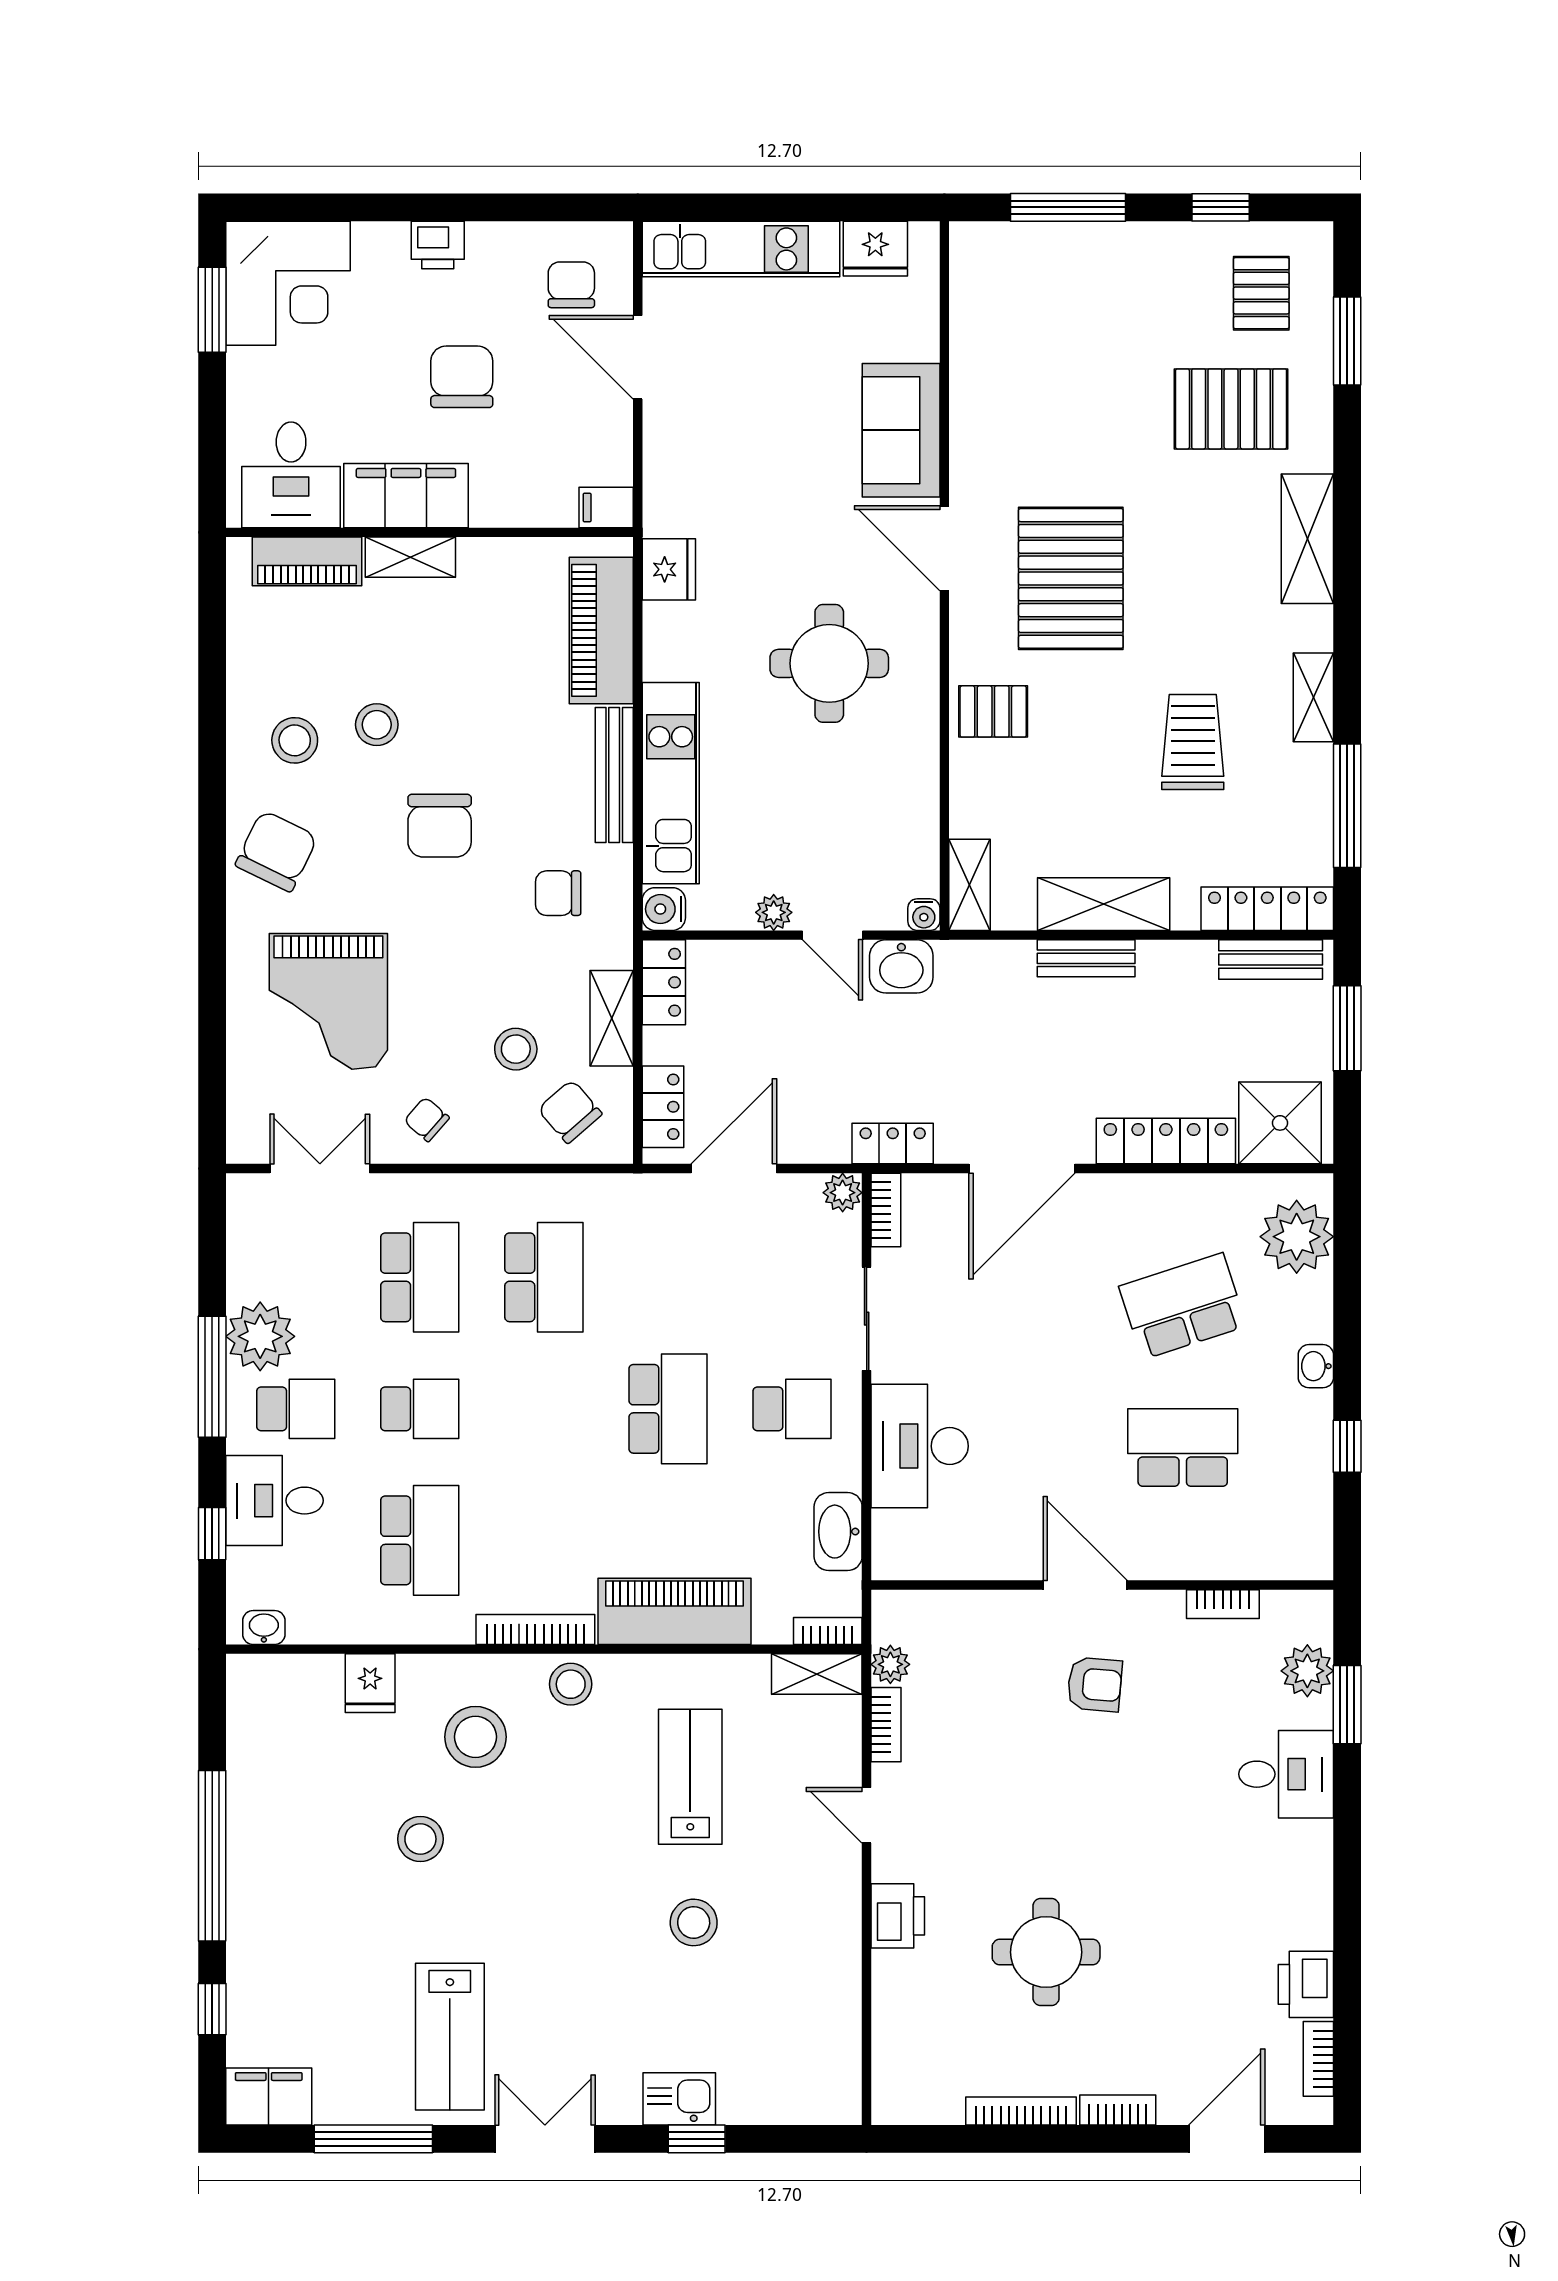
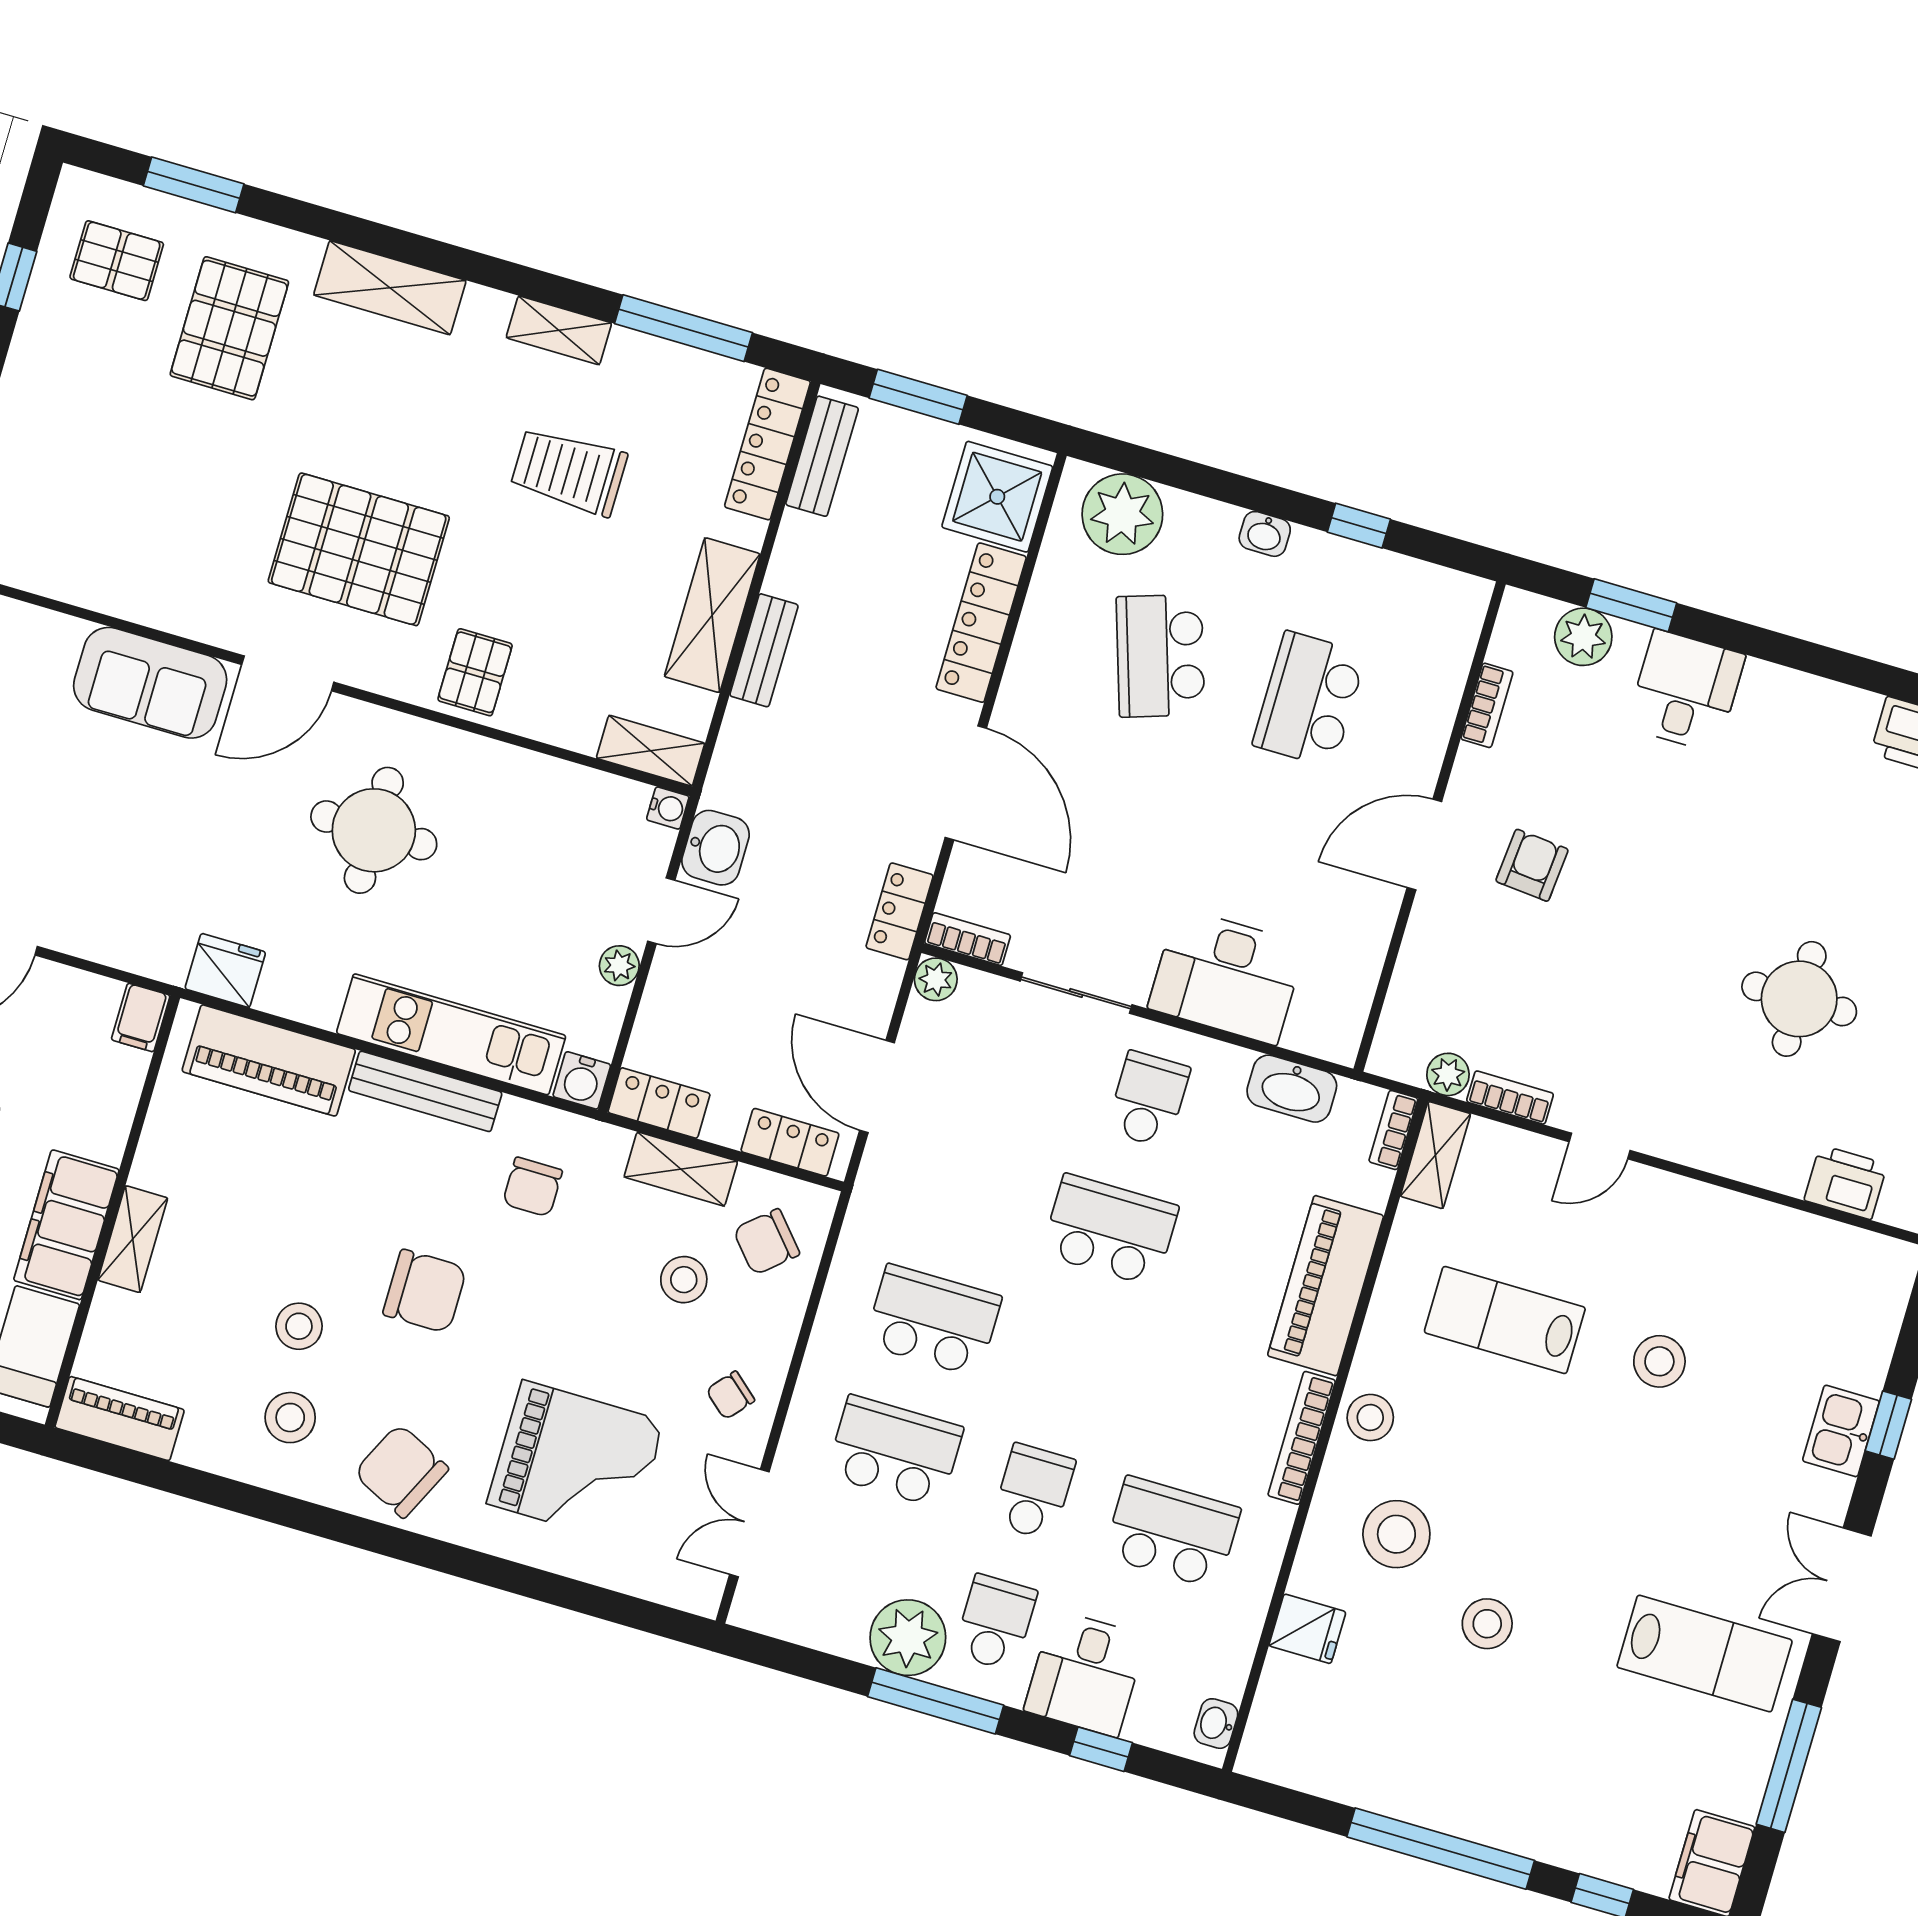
piano: (307, 561) -> (120, 1419), moved, turned -90
printer: (898, 1916) -> (1846, 1182), moved

